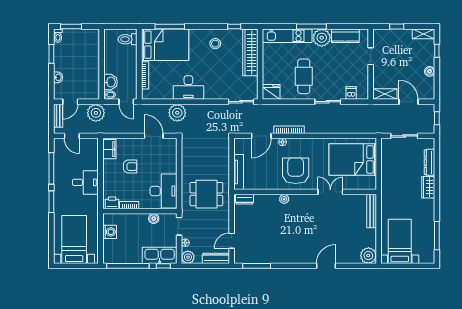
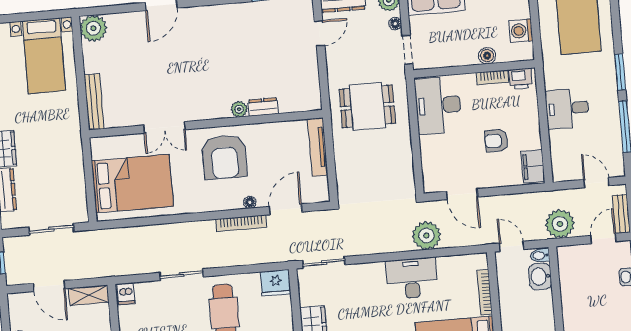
dishwasher: (351, 93) -> (126, 294), moved
dresser: (245, 199) -> (263, 107), moved
boiler: (154, 219) -> (487, 56), moved

